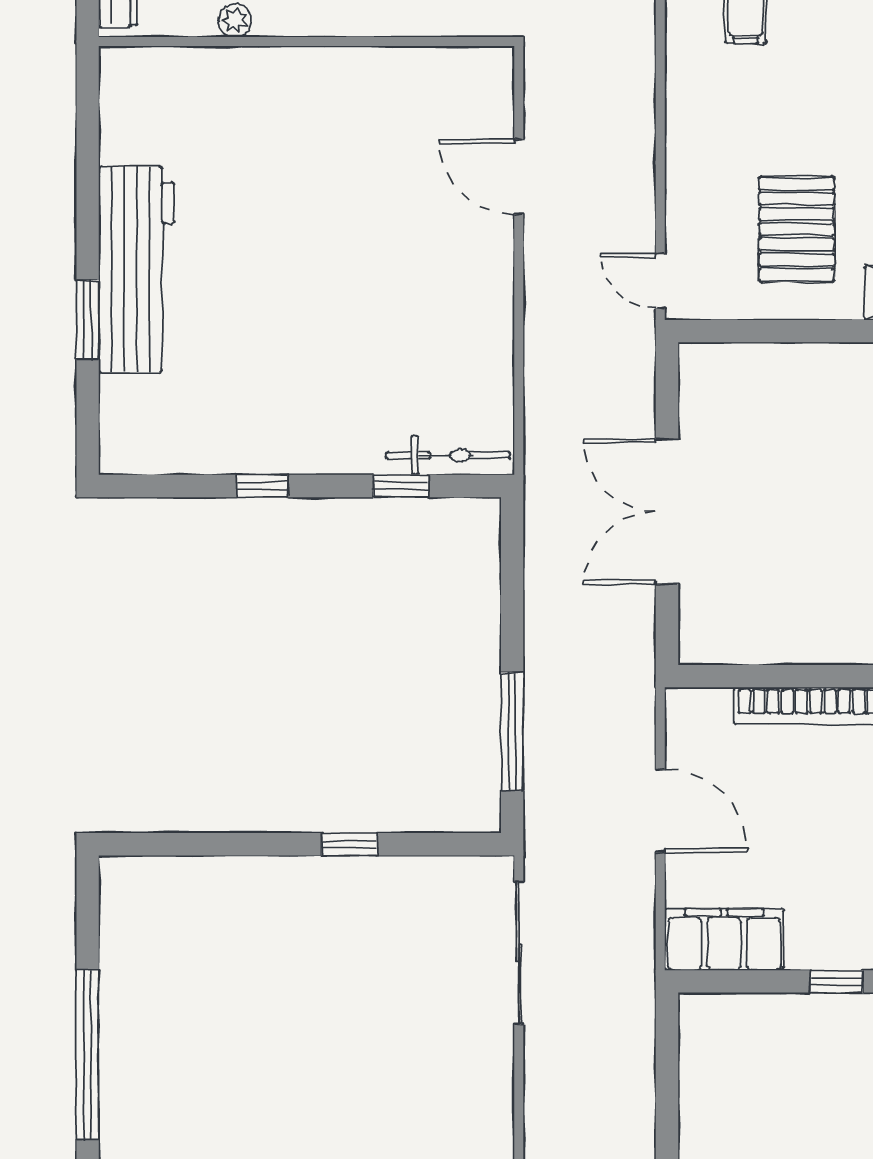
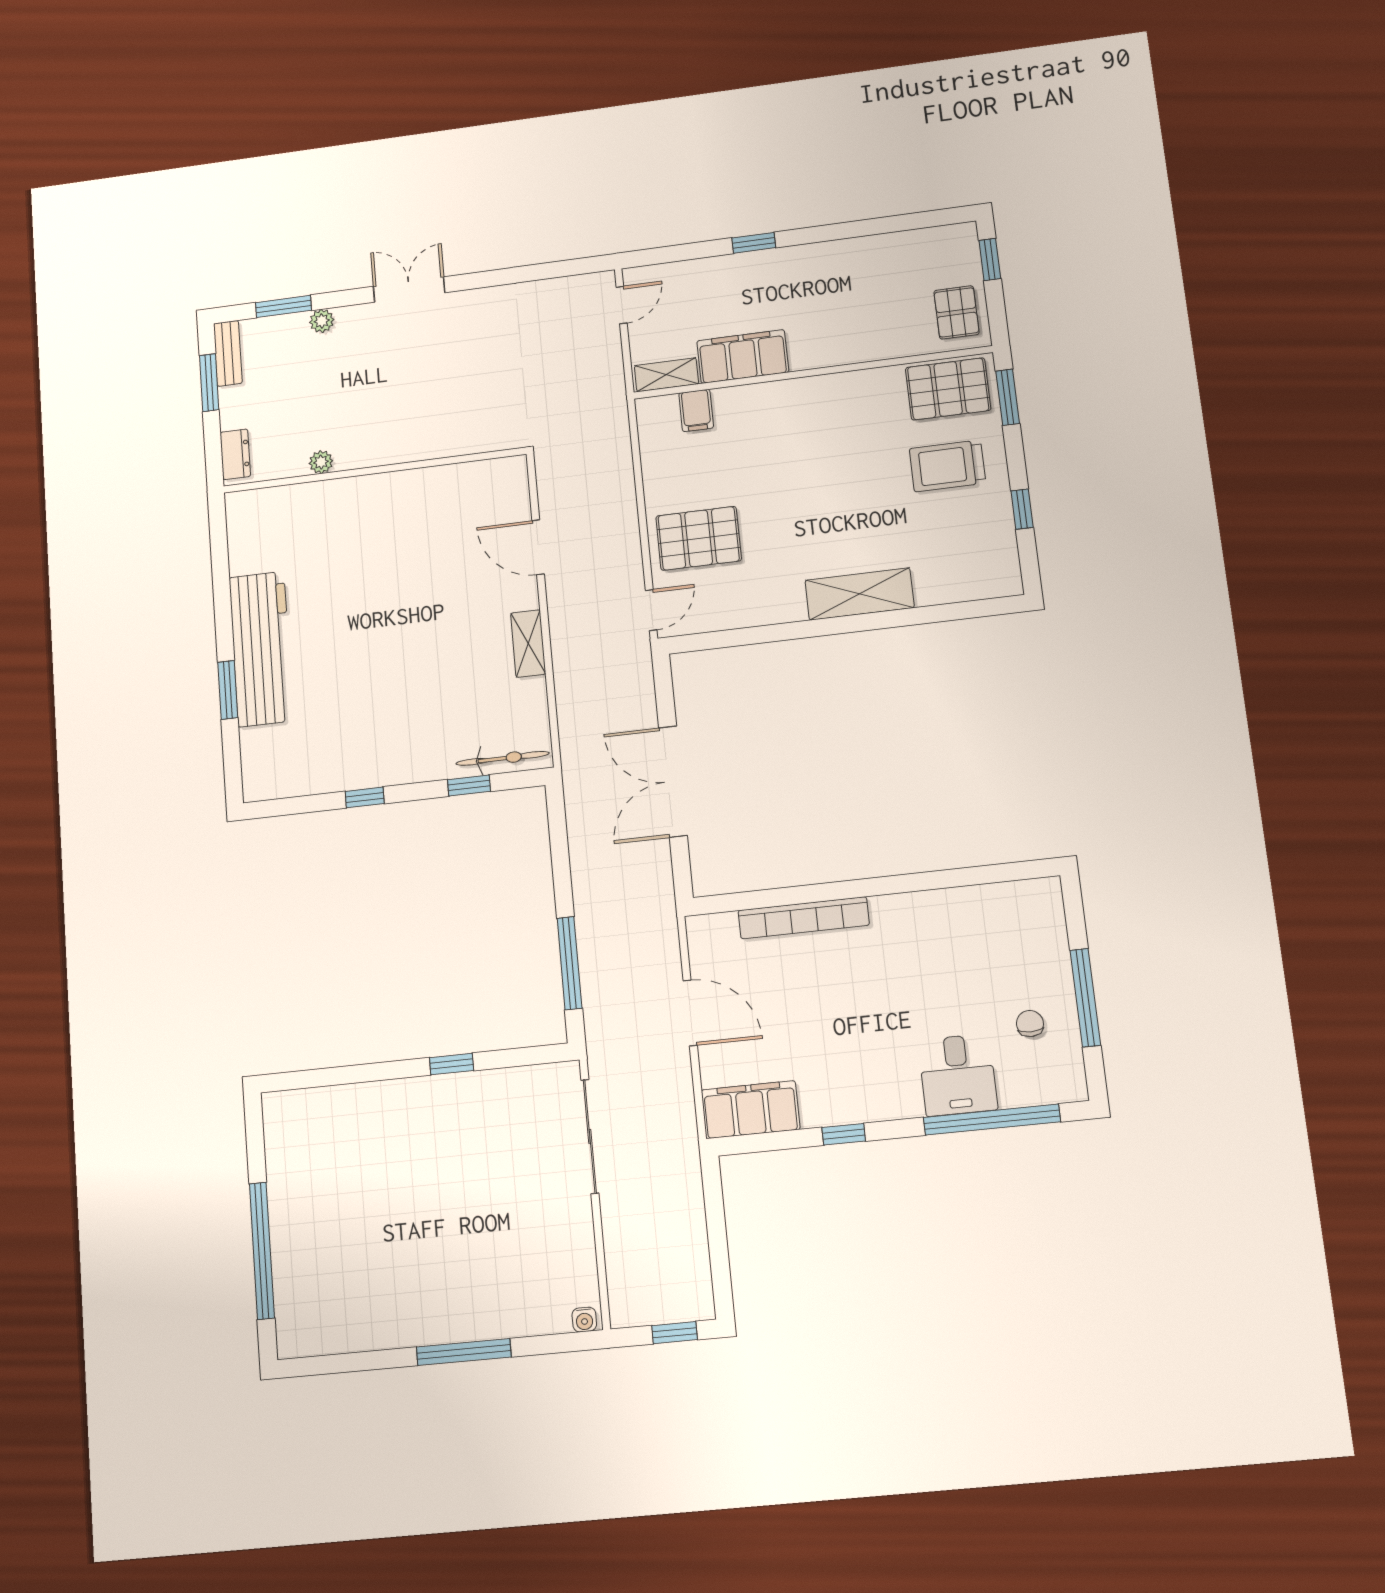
pallet: (797, 229) -> (699, 538), moved, turned 90
door: (660, 281) -> (651, 610), swing flipped
shelving: (495, 306) -> (528, 644), added

